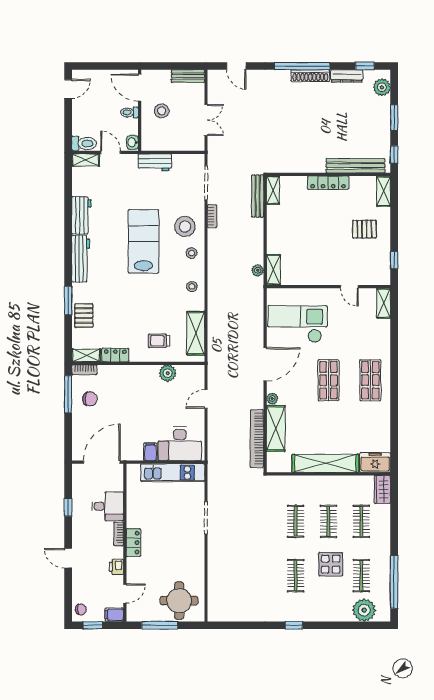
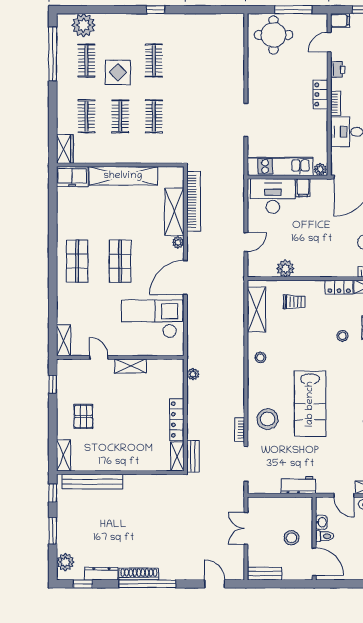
washbasin: (133, 142) -> (321, 522), moved
locker: (328, 183) -> (177, 420), moved, turned -90
bench: (258, 196) -> (193, 456), width x0.73
pallet: (364, 229) -> (83, 416), turned 90
stool: (192, 253) -> (342, 336), moved
shelving: (273, 270) -> (130, 366), moved, turned 90
checkout: (297, 324) -> (152, 319), turned 180
plant: (134, 470) -> (320, 169), added

